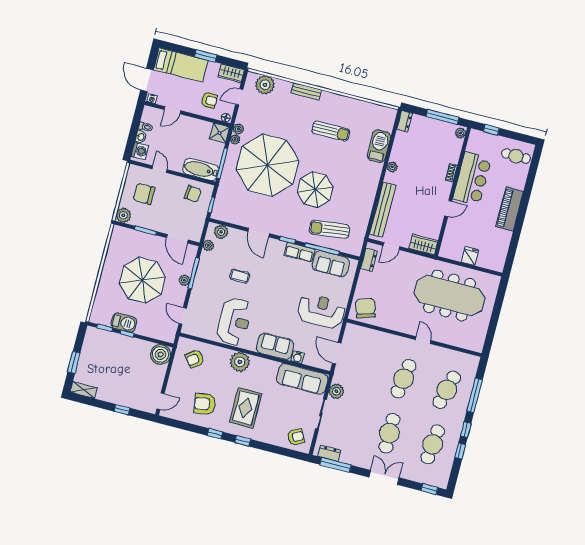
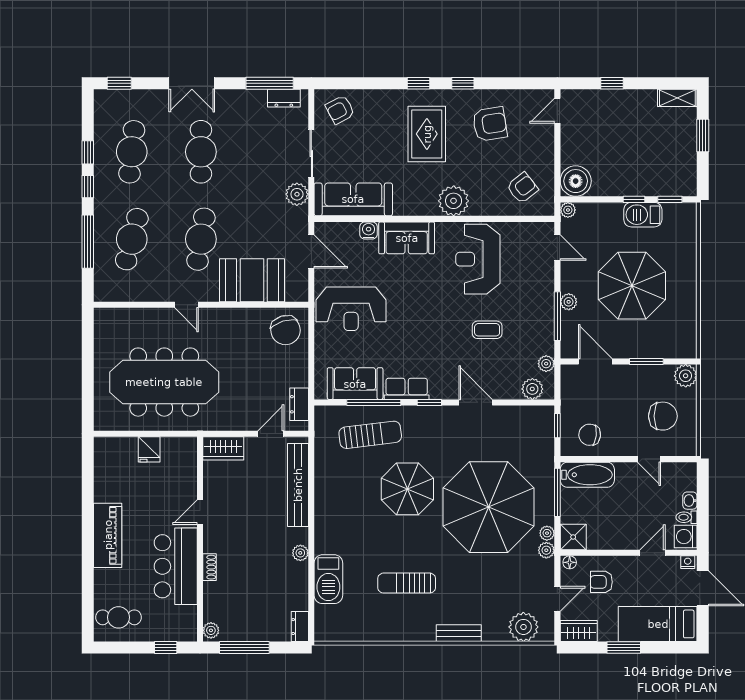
washing machine: (140, 151) -> (686, 537), moved
plant: (170, 338) -> (568, 210), added
booth: (378, 345) -> (252, 280), added

